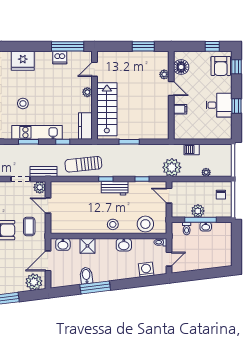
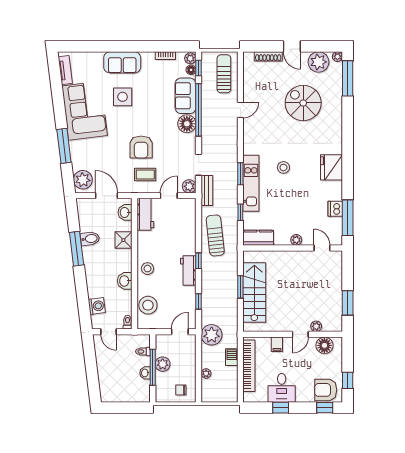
stairs: (107, 109) -> (254, 293), moved, turned -90
bookcase: (199, 134) -> (249, 366), added
workbench: (65, 226) -> (145, 214), added

